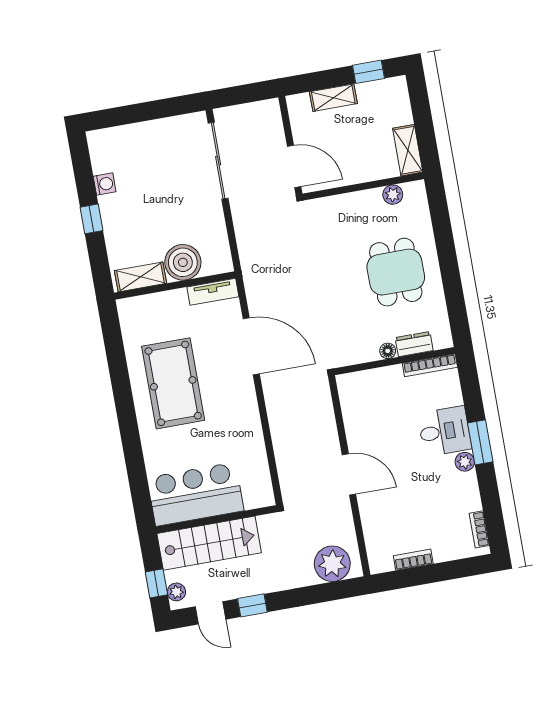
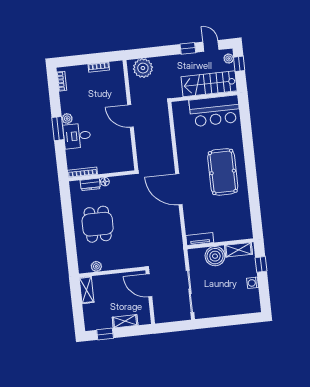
boiler: (183, 262) -> (215, 256), moved
shelving: (141, 277) -> (239, 250), moved
wall: (175, 285) -> (220, 244), moved
tv unit: (213, 292) -> (200, 239), moved

